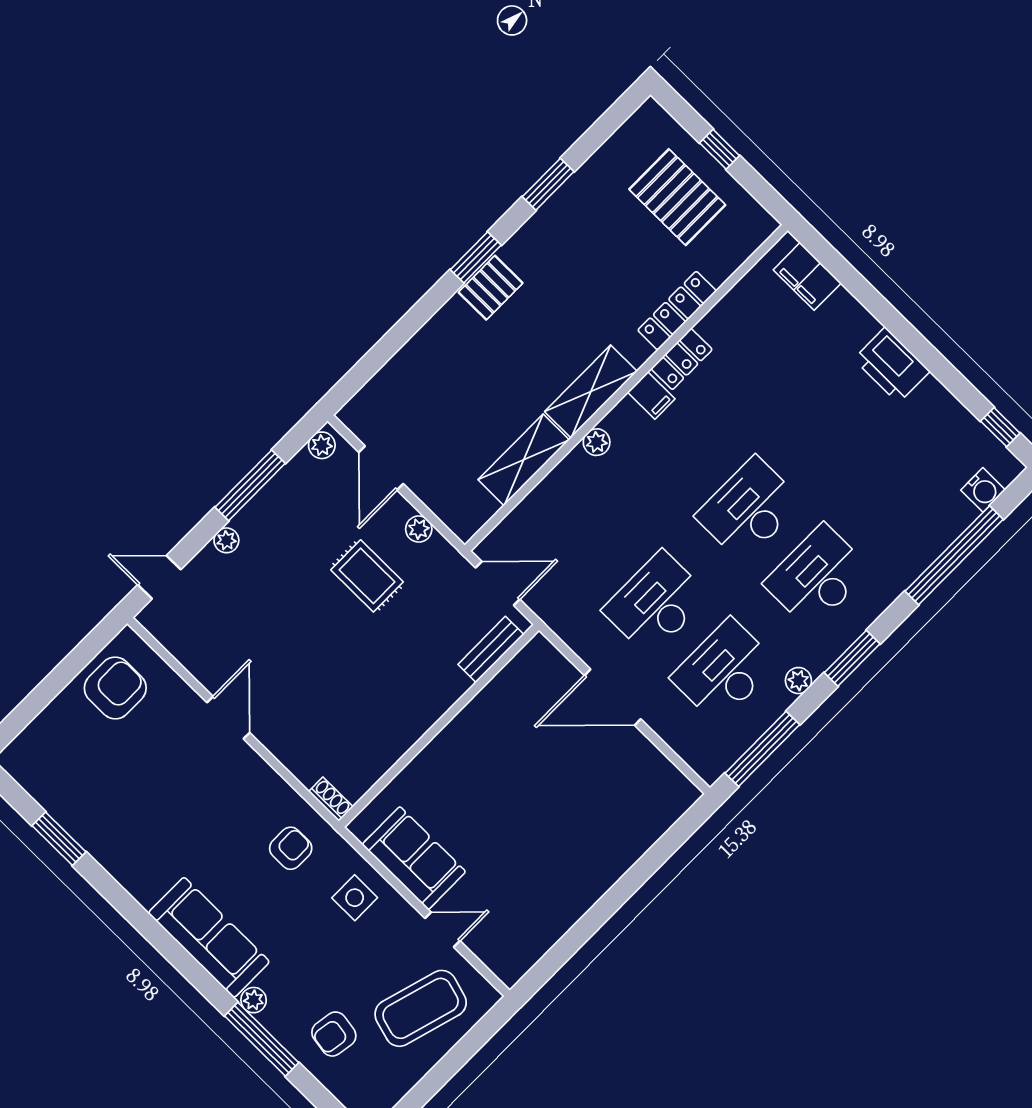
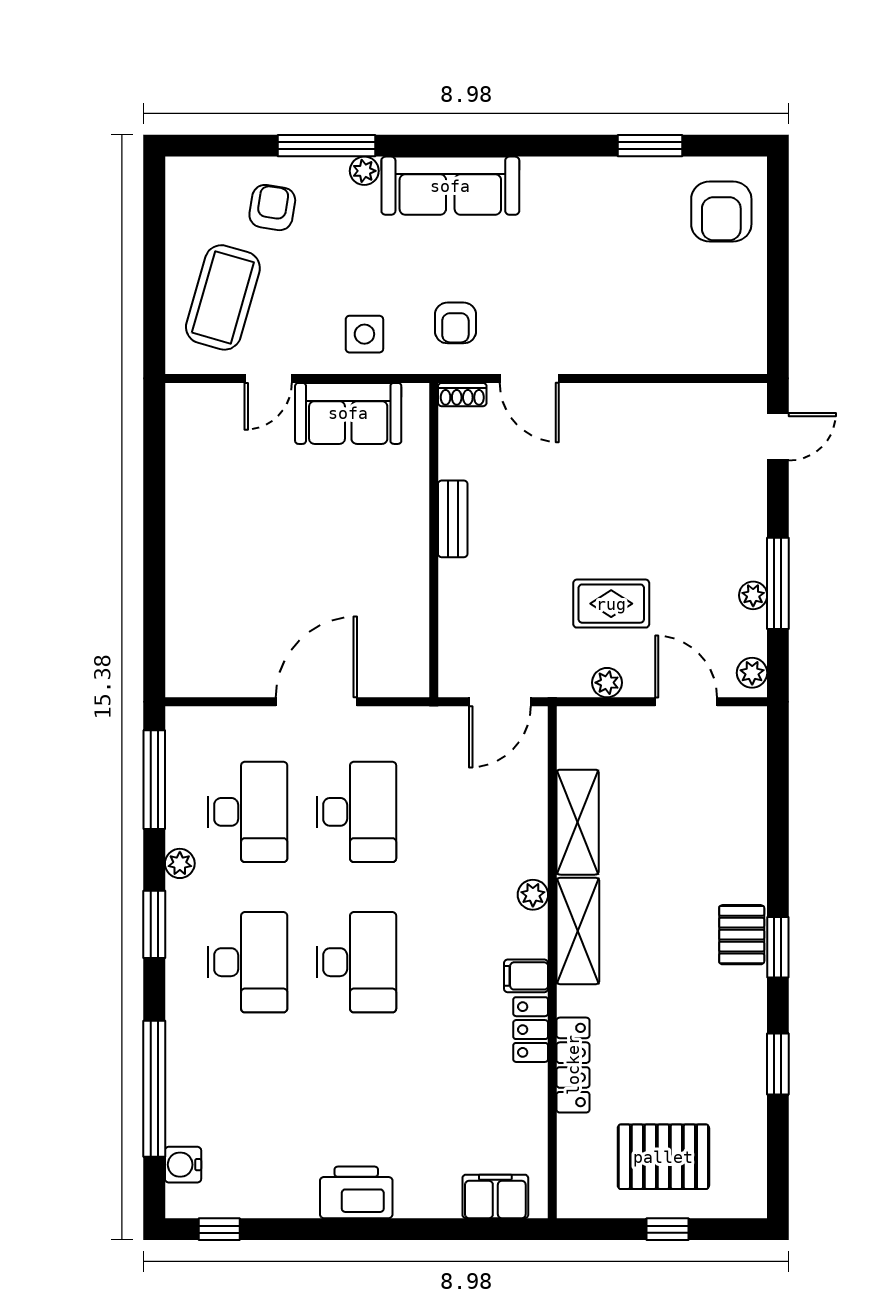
plant: (226, 540) -> (753, 595), moved
bench: (491, 649) -> (453, 519), moved
armchair: (115, 688) -> (721, 212), moved
door: (228, 718) -> (529, 378), moved

